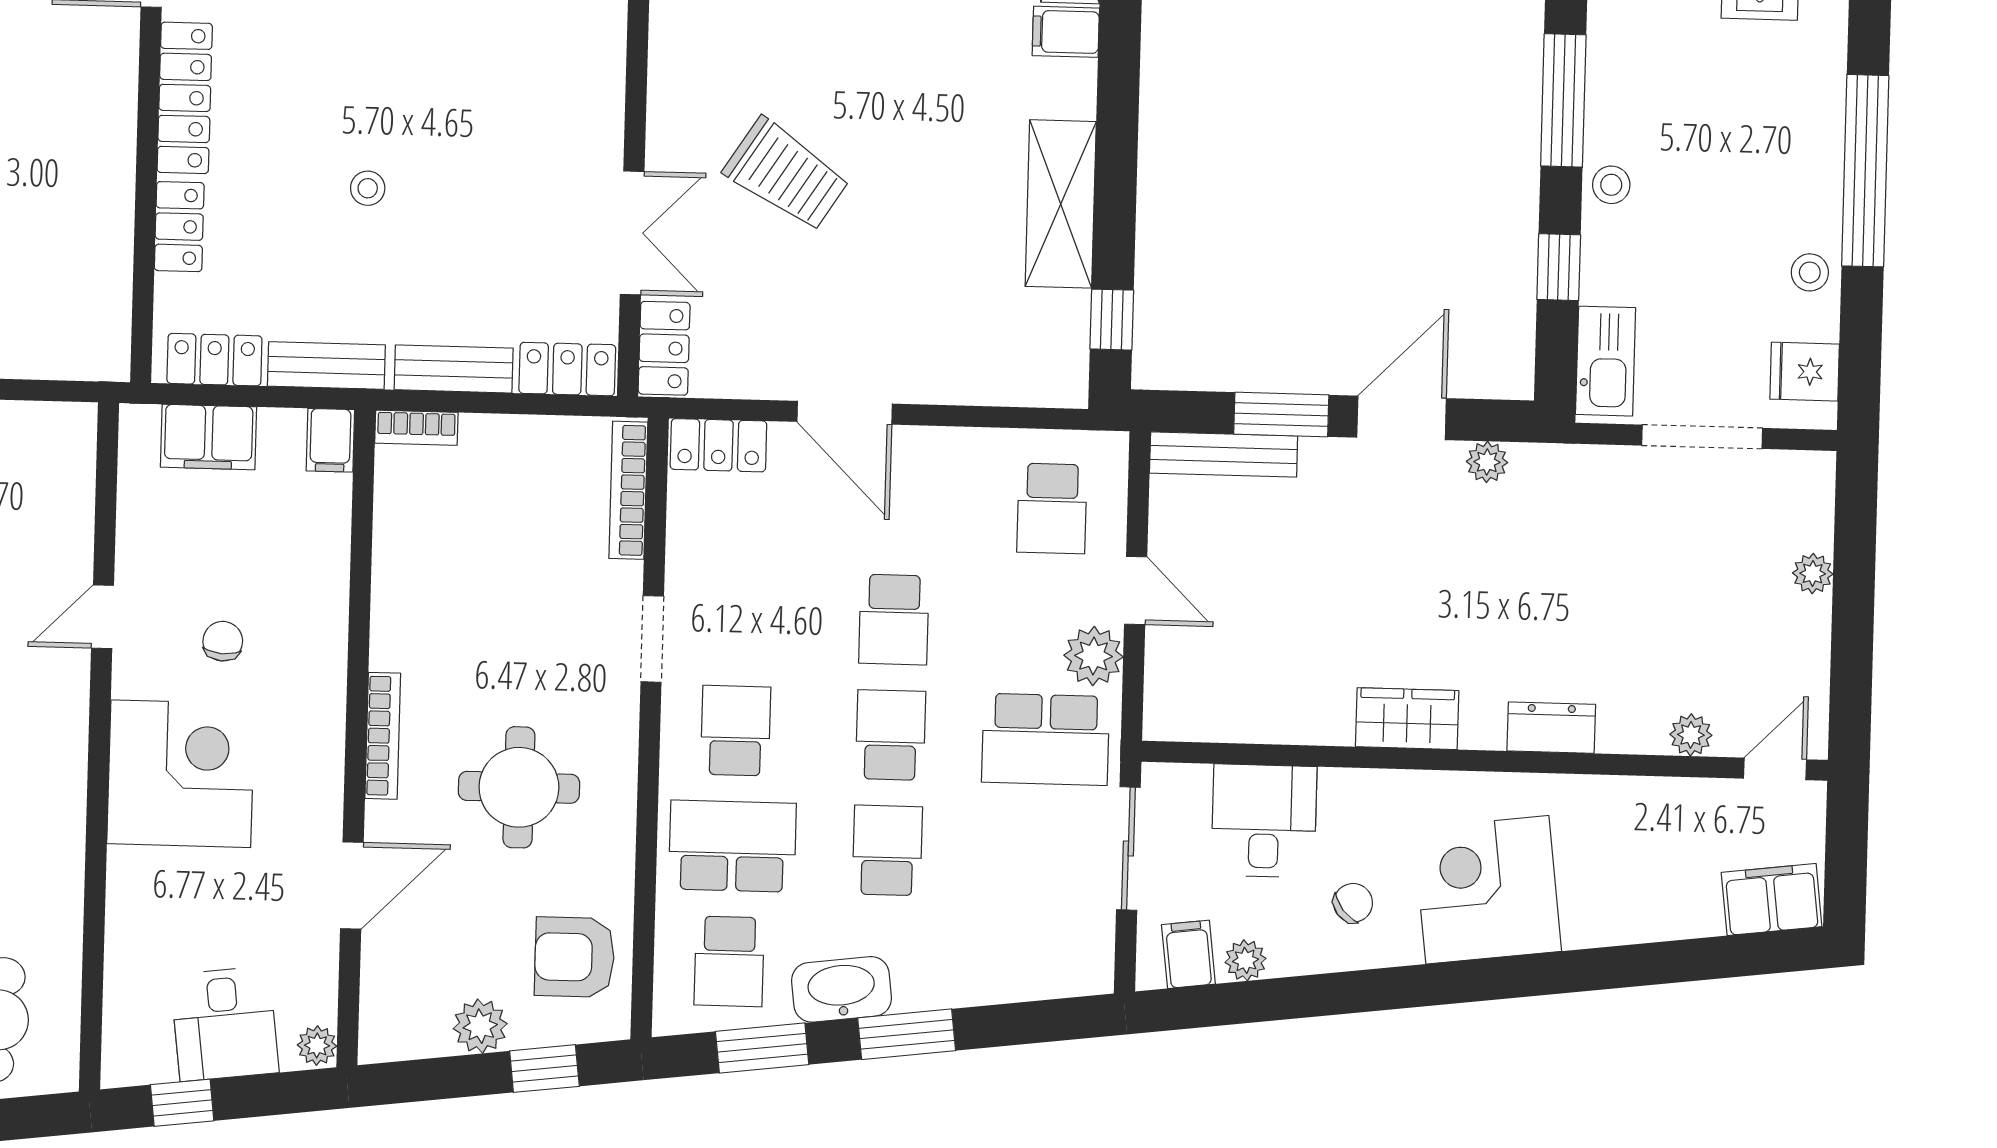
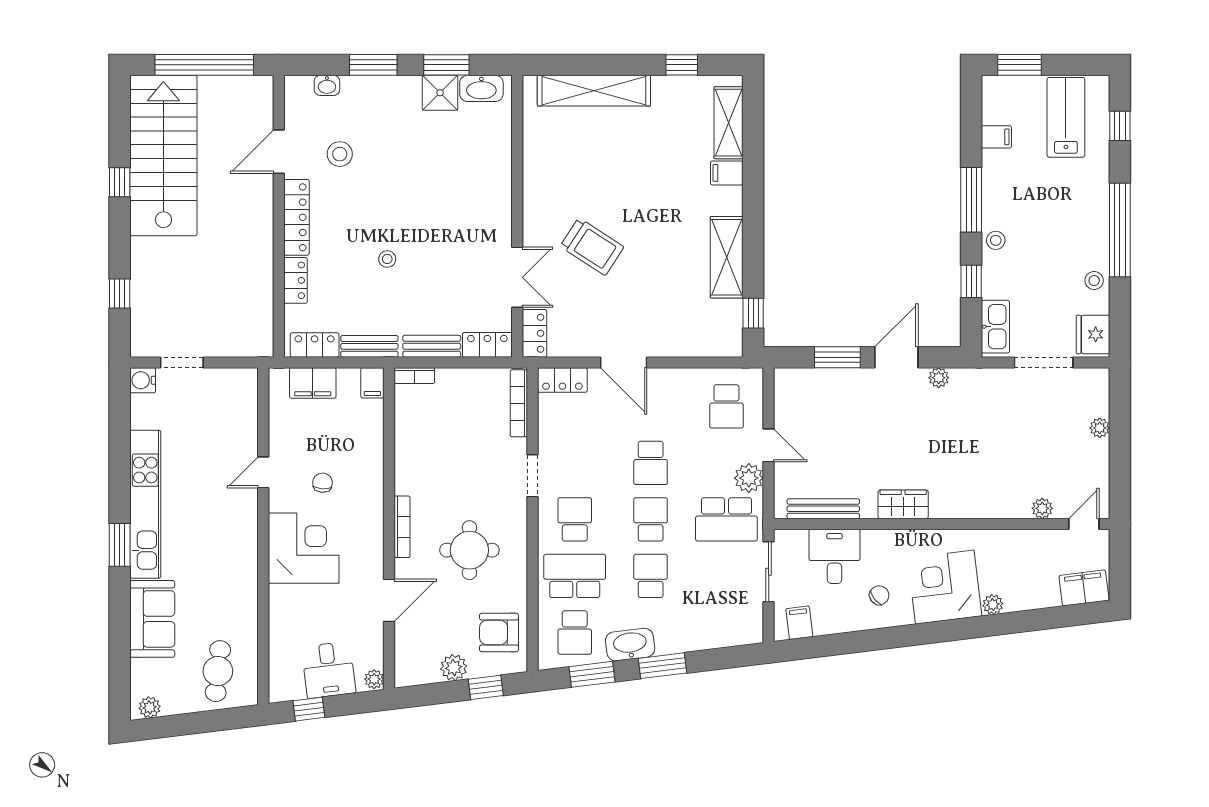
fridge: (1805, 372) -> (1093, 334), width x1.38
bench: (1224, 454) -> (823, 509), moved
dresser: (1551, 728) -> (974, 507), removed
plant: (1246, 960) -> (993, 605), moved

